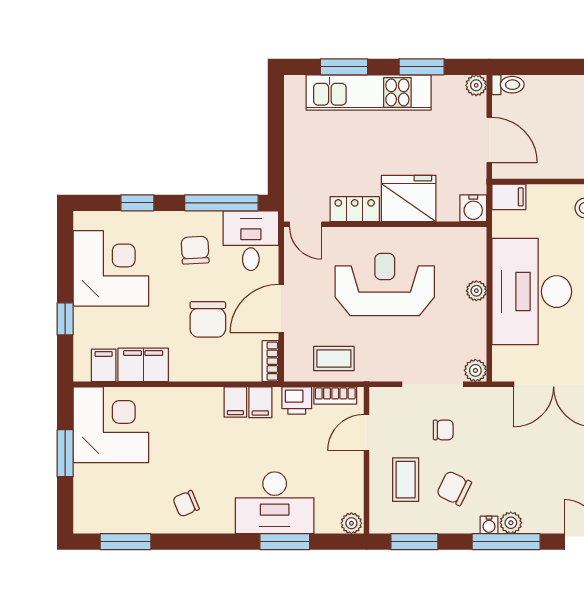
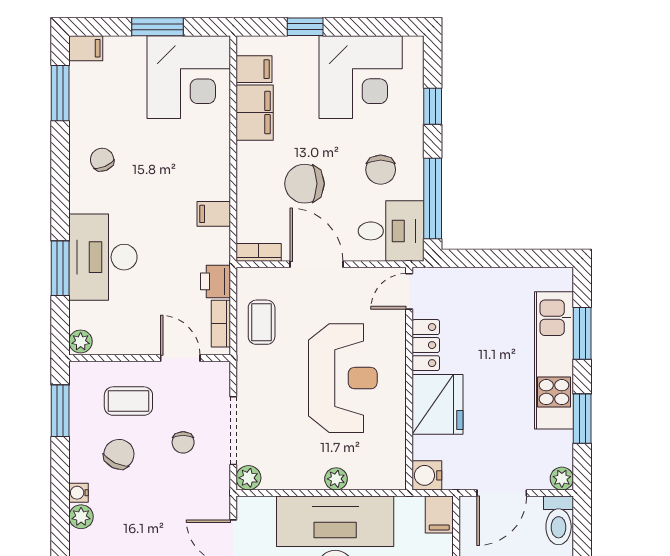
toilet: (508, 85) -> (559, 520), width x1.37, depth x1.39
chair: (195, 250) -> (381, 170), turned 93
filing cabinet: (260, 402) -> (86, 48), moved, turned 180
window: (506, 542) -> (60, 512), removed

